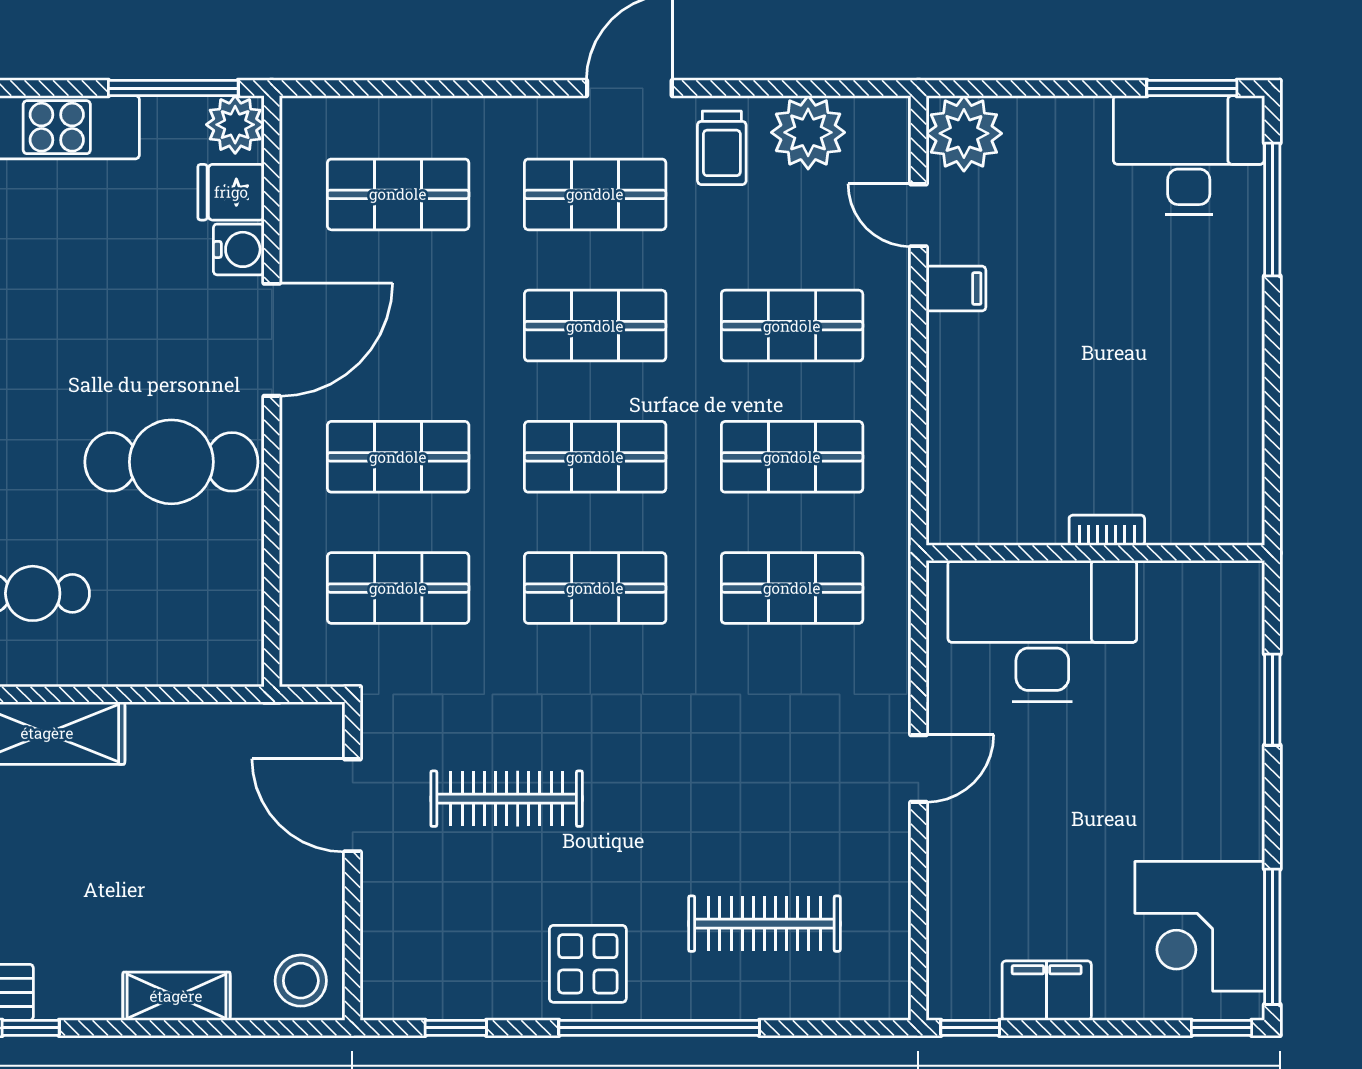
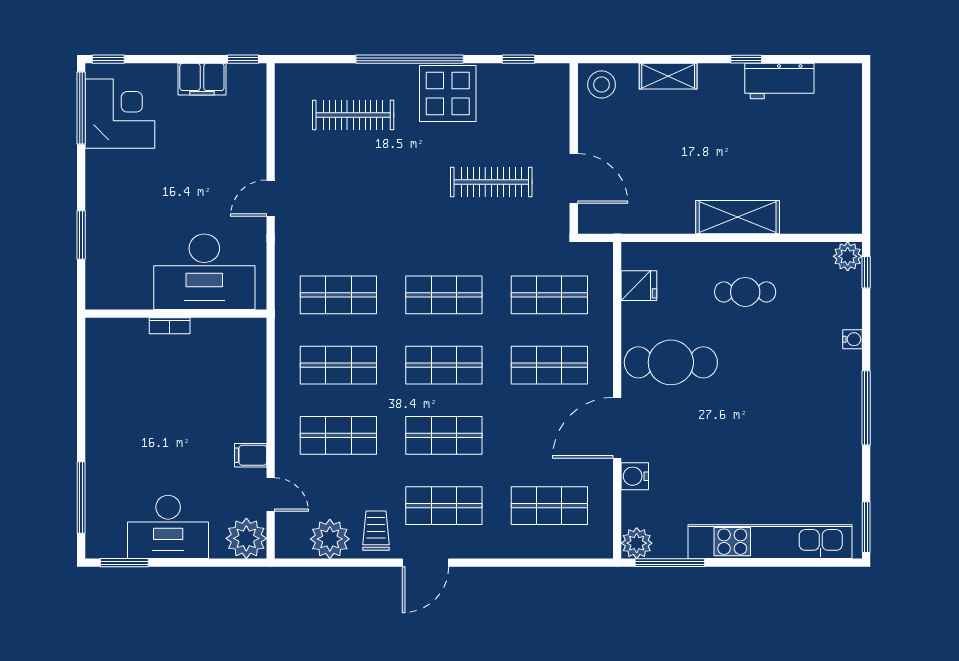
desk: (1189, 155) -> (168, 527), moved
fridge: (231, 192) -> (639, 286), moved
display table: (588, 964) -> (448, 93), width x1.36, depth x1.36

